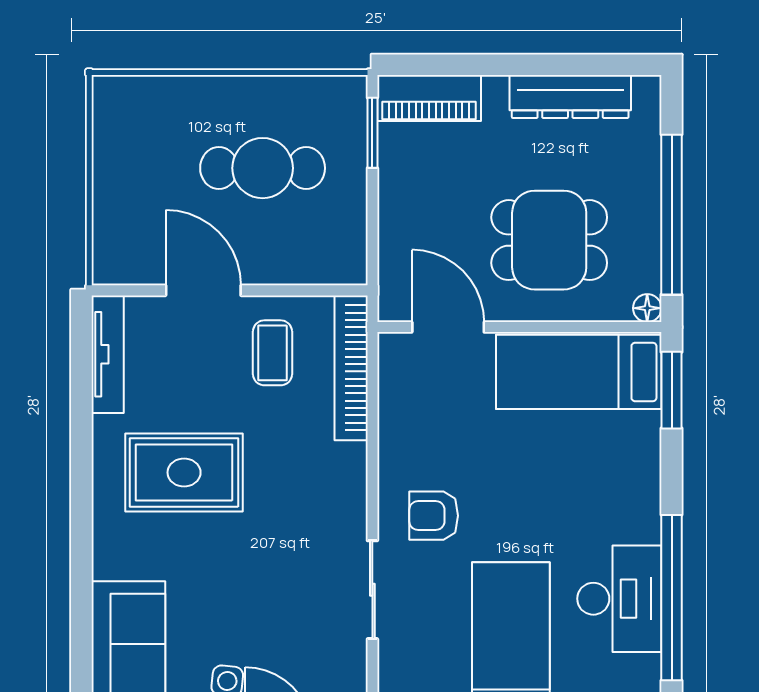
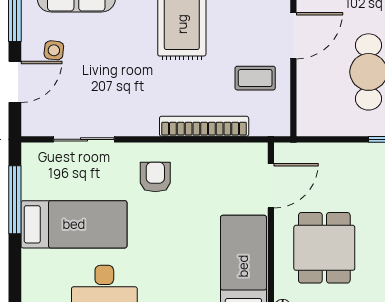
bookcase: (351, 368) -> (204, 126), moved
sliding door: (372, 590) -> (84, 139), moved

